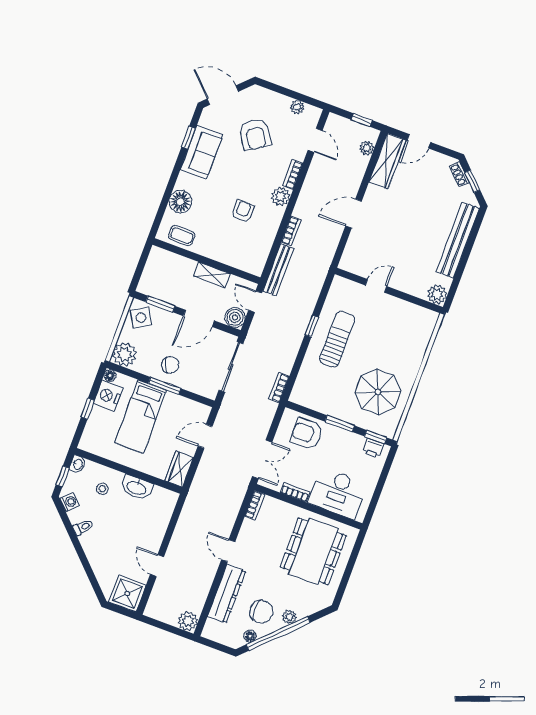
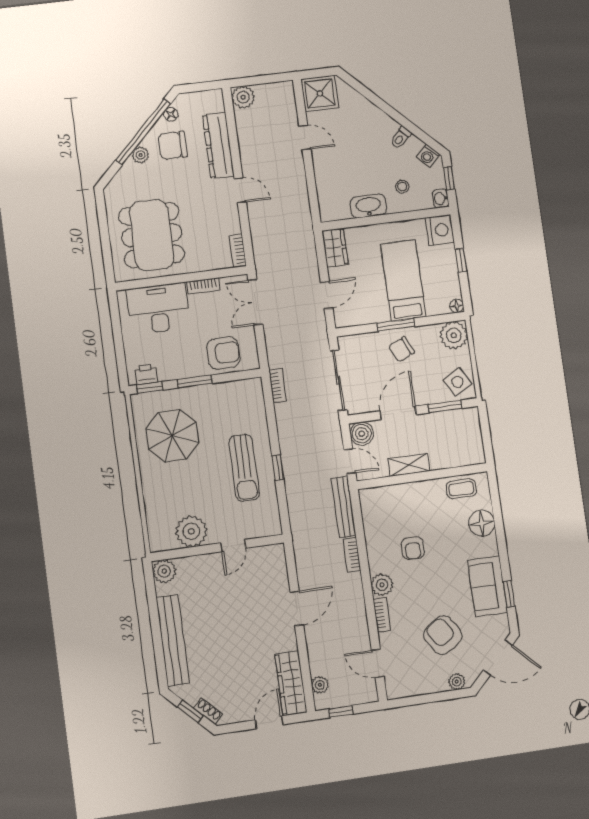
plant: (297, 107) -> (457, 682), moved
plant: (401, 313) -> (191, 531), added
nightstand: (108, 396) -> (440, 230), moved

